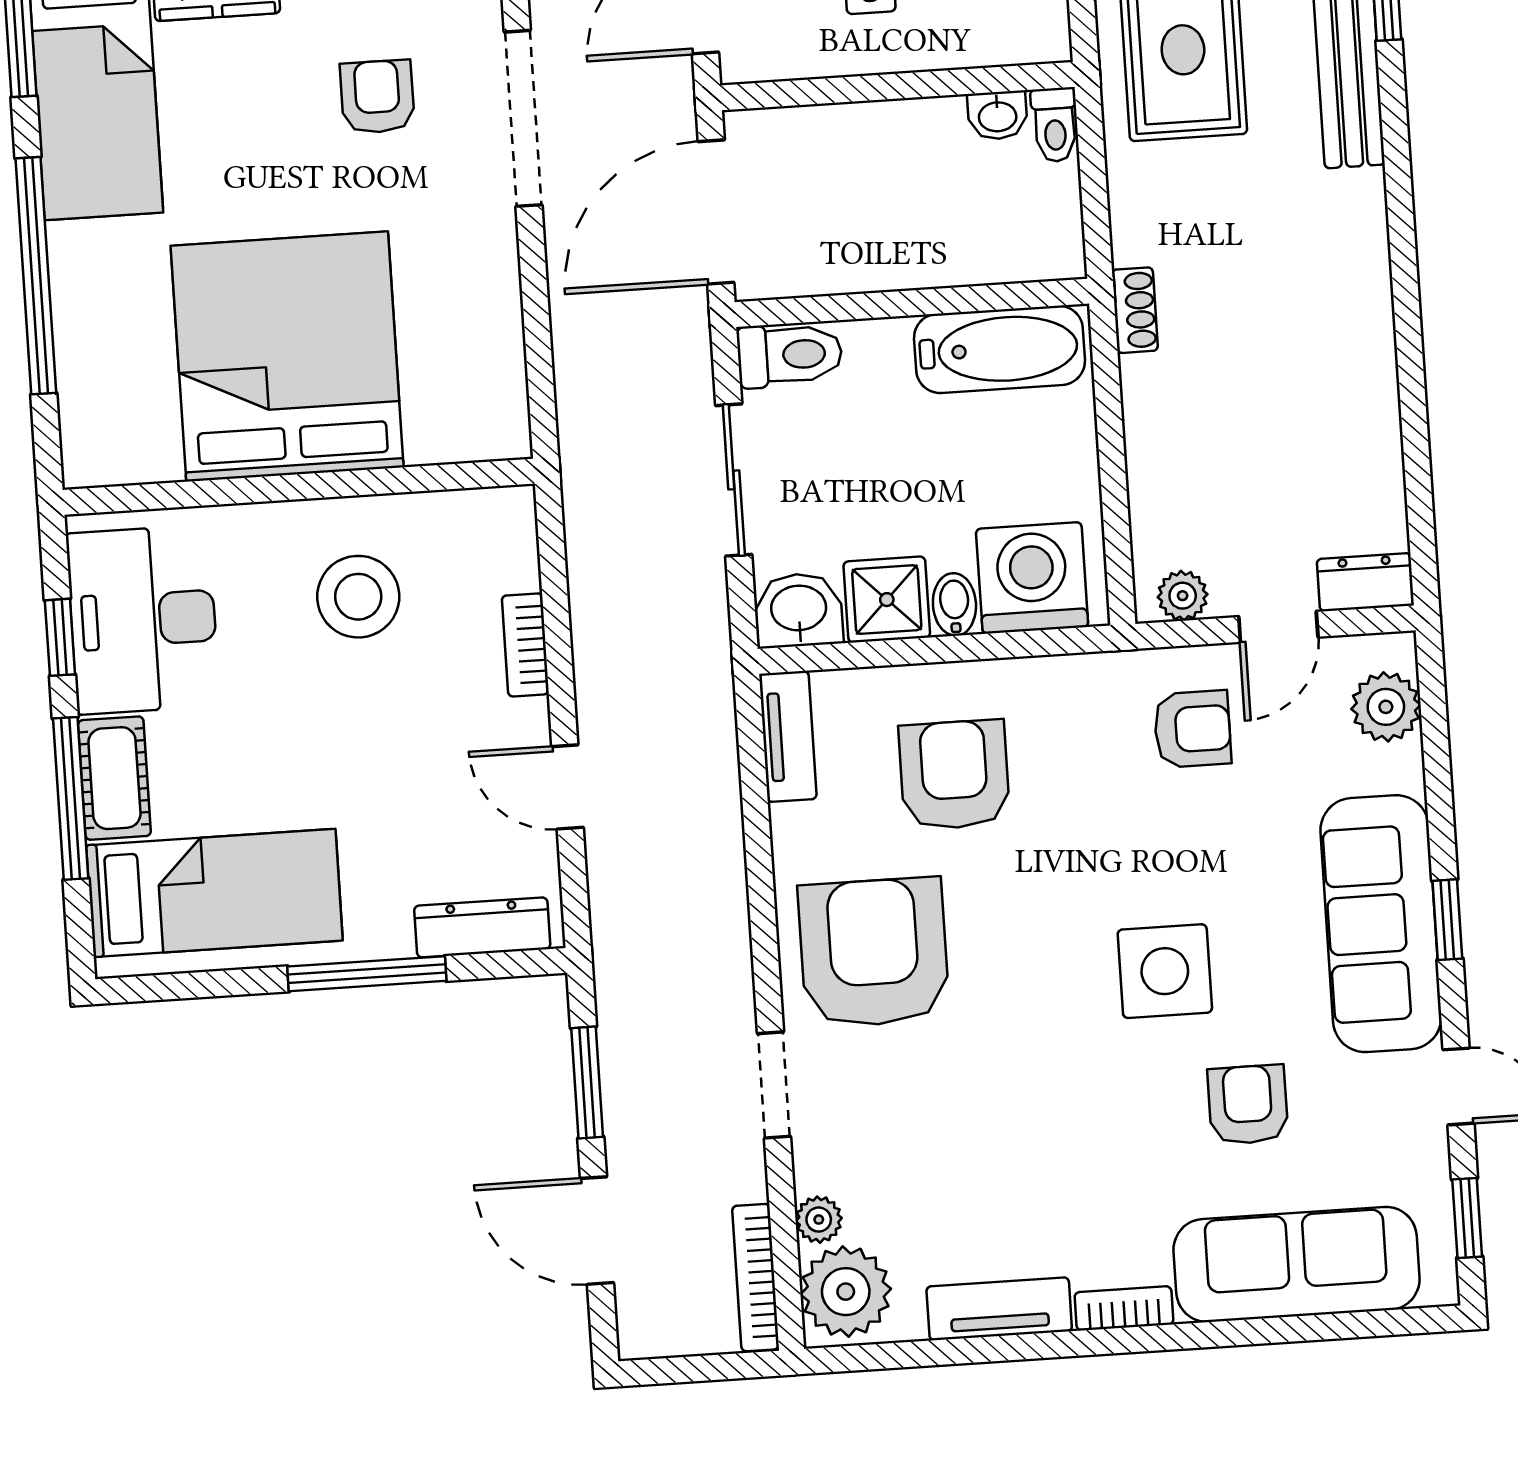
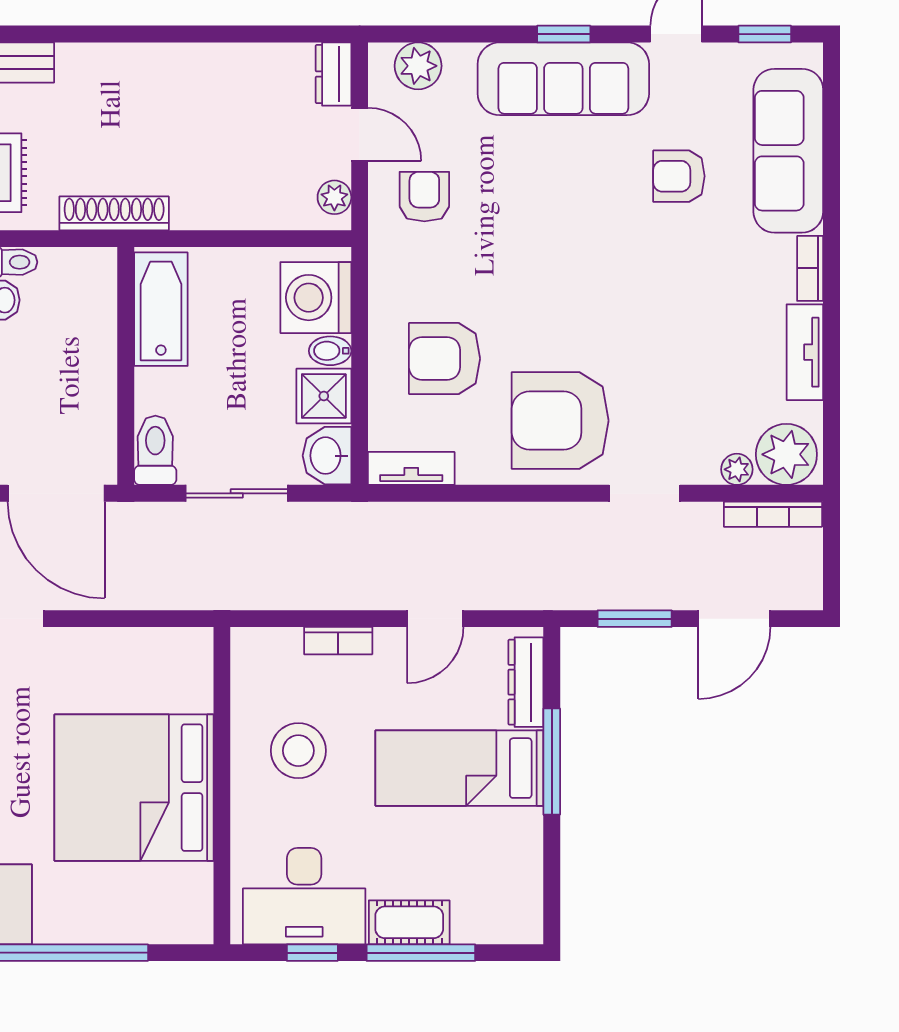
shoe rack: (1135, 310) -> (114, 213), width x1.94, depth x1.24
bed: (214, 893) -> (459, 768), moved, turned -90
side table: (1165, 971) -> (586, 226), removed

